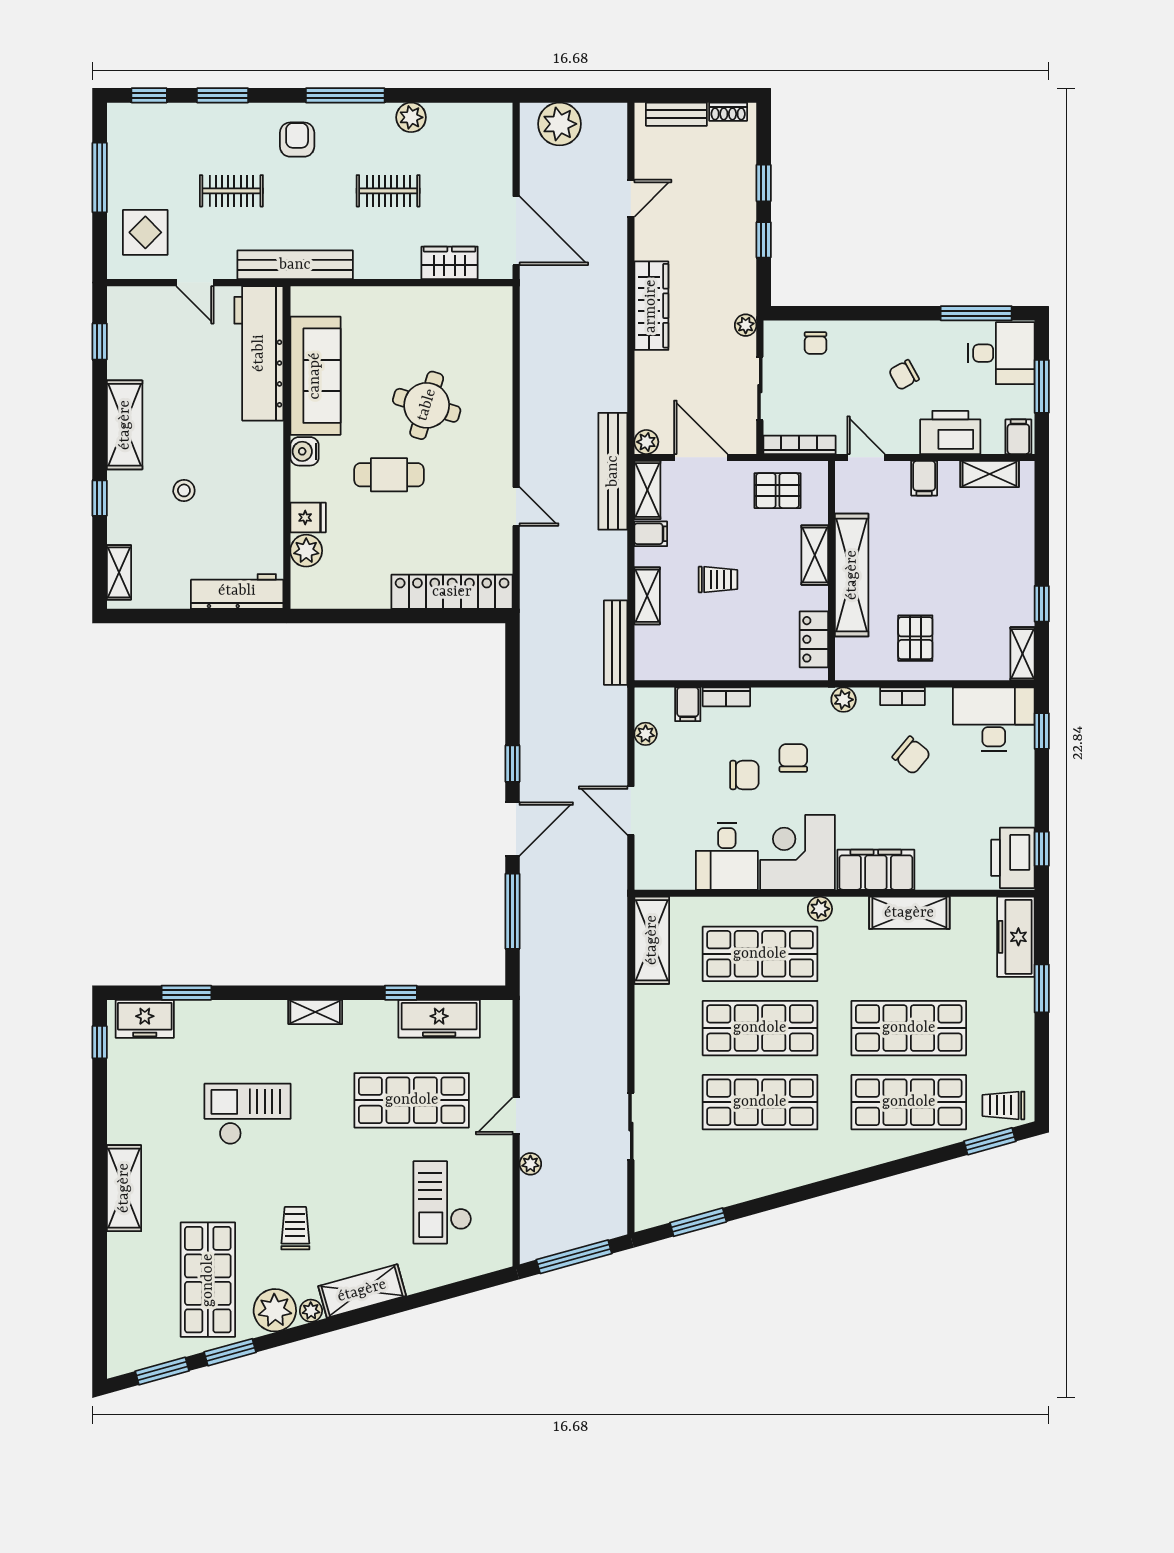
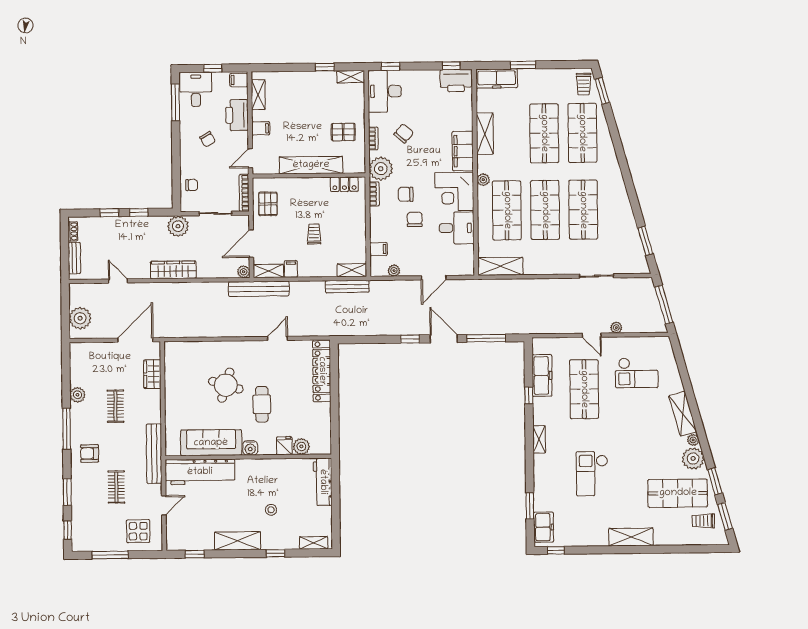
plant: (746, 325) -> (178, 226), width x1.87, depth x1.87
window: (1042, 386) -> (213, 68), width x0.67
shelving: (815, 555) -> (301, 184), removed
shelving: (647, 596) -> (352, 270), moved
bookcase: (726, 697) -> (374, 194), moved
plant: (844, 700) -> (381, 169), width x1.87, depth x1.87
trolley: (295, 1228) -> (703, 521), moved

